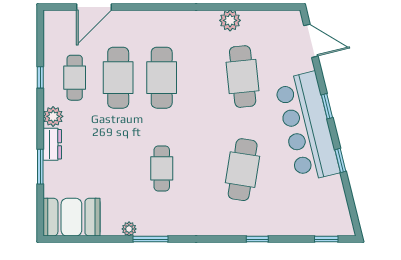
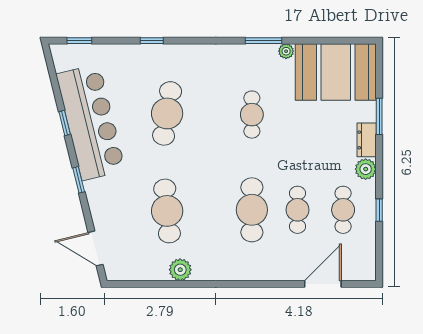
cafe table: (118, 78) -> (297, 210), width x0.73, depth x0.74
bar counter: (307, 127) -> (91, 122), moved
booth: (71, 217) -> (336, 72), width x1.36, depth x1.42

